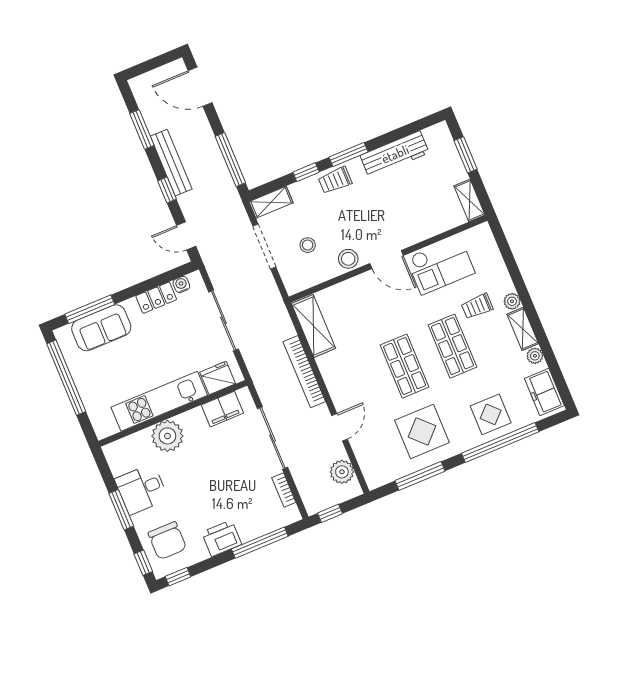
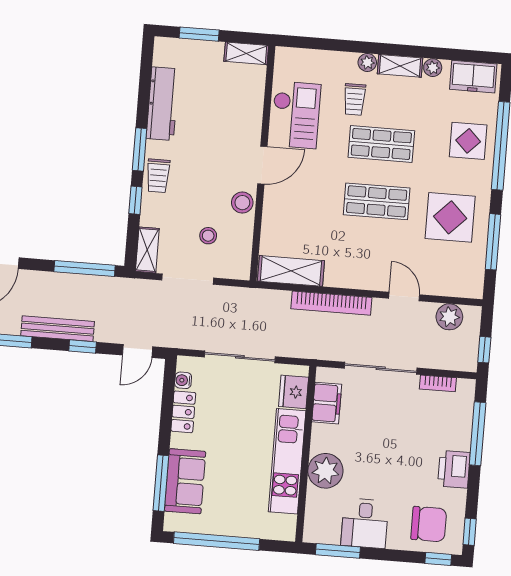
window: (121, 510) -> (338, 551), moved

